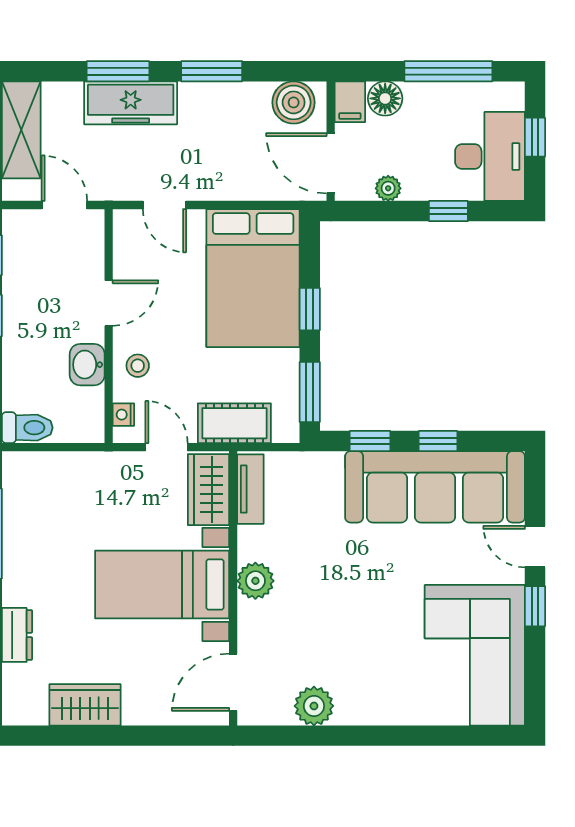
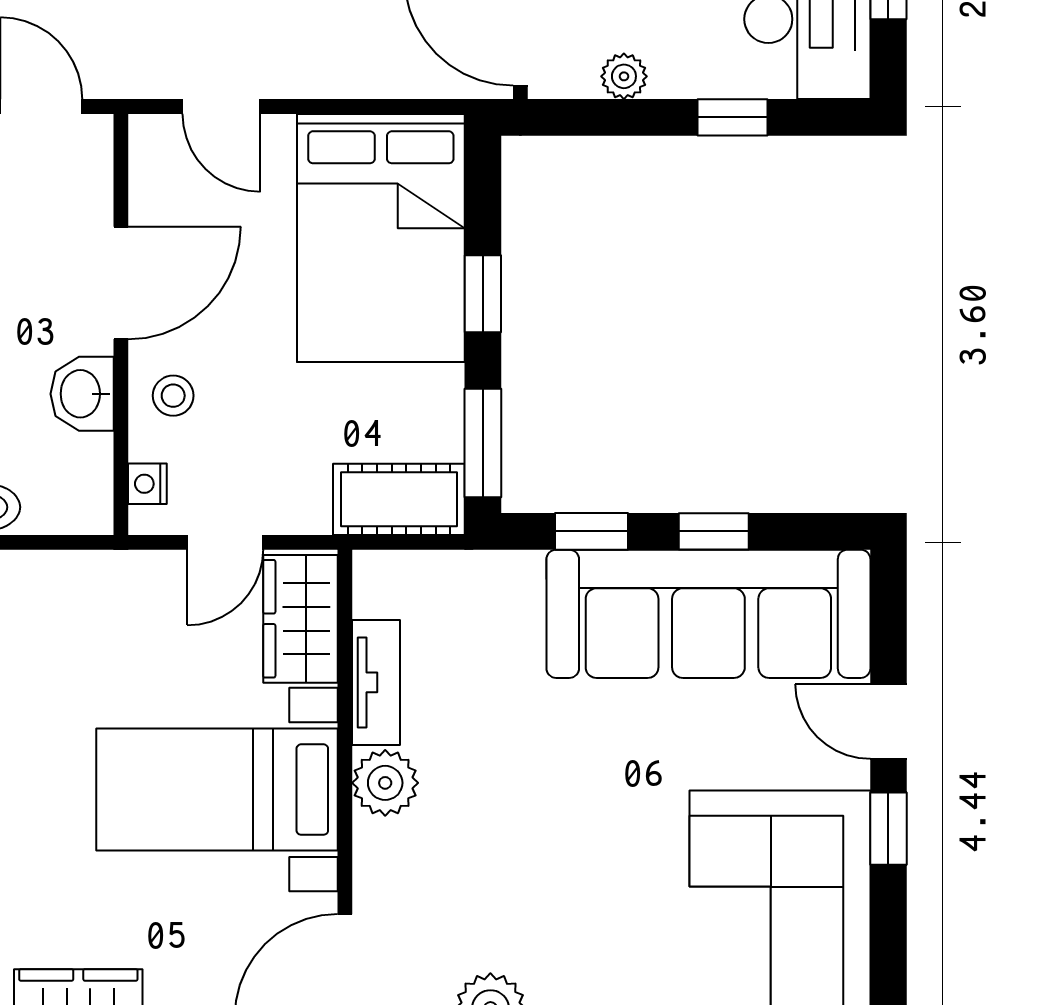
door: (109, 303) -> (121, 283), width x1.38
cot: (234, 423) -> (399, 499), moved
door: (167, 447) -> (225, 542), swing flipped
tv unit: (250, 489) -> (376, 682), moved

